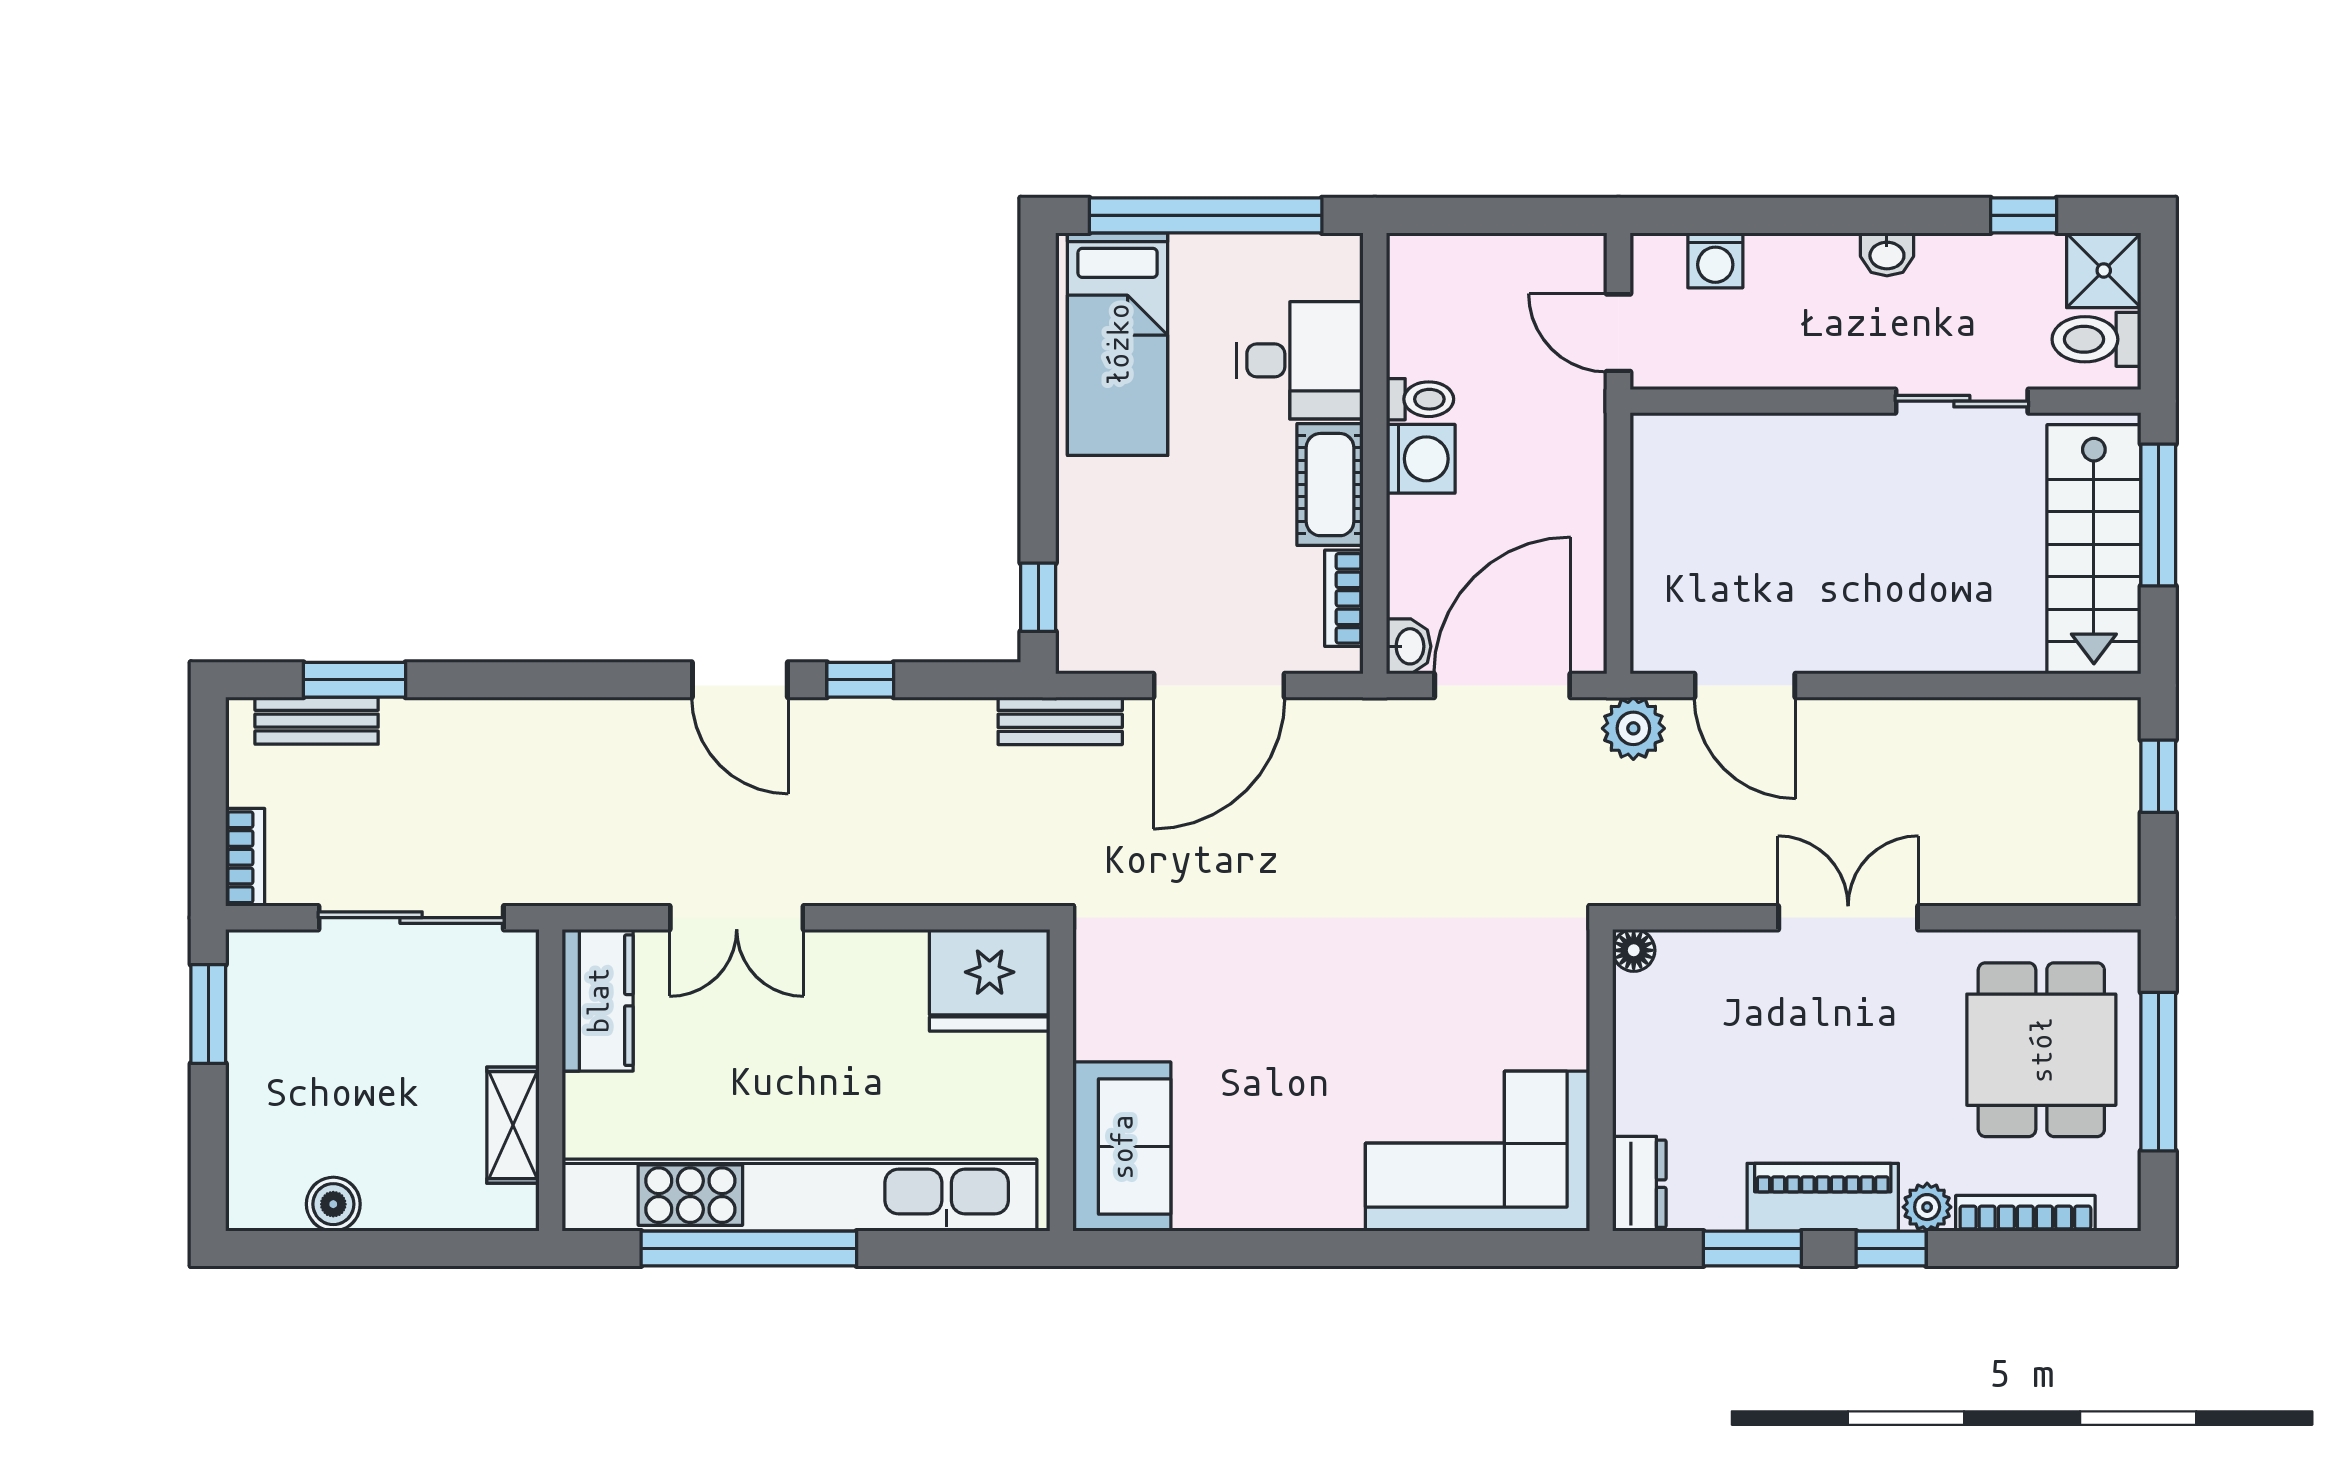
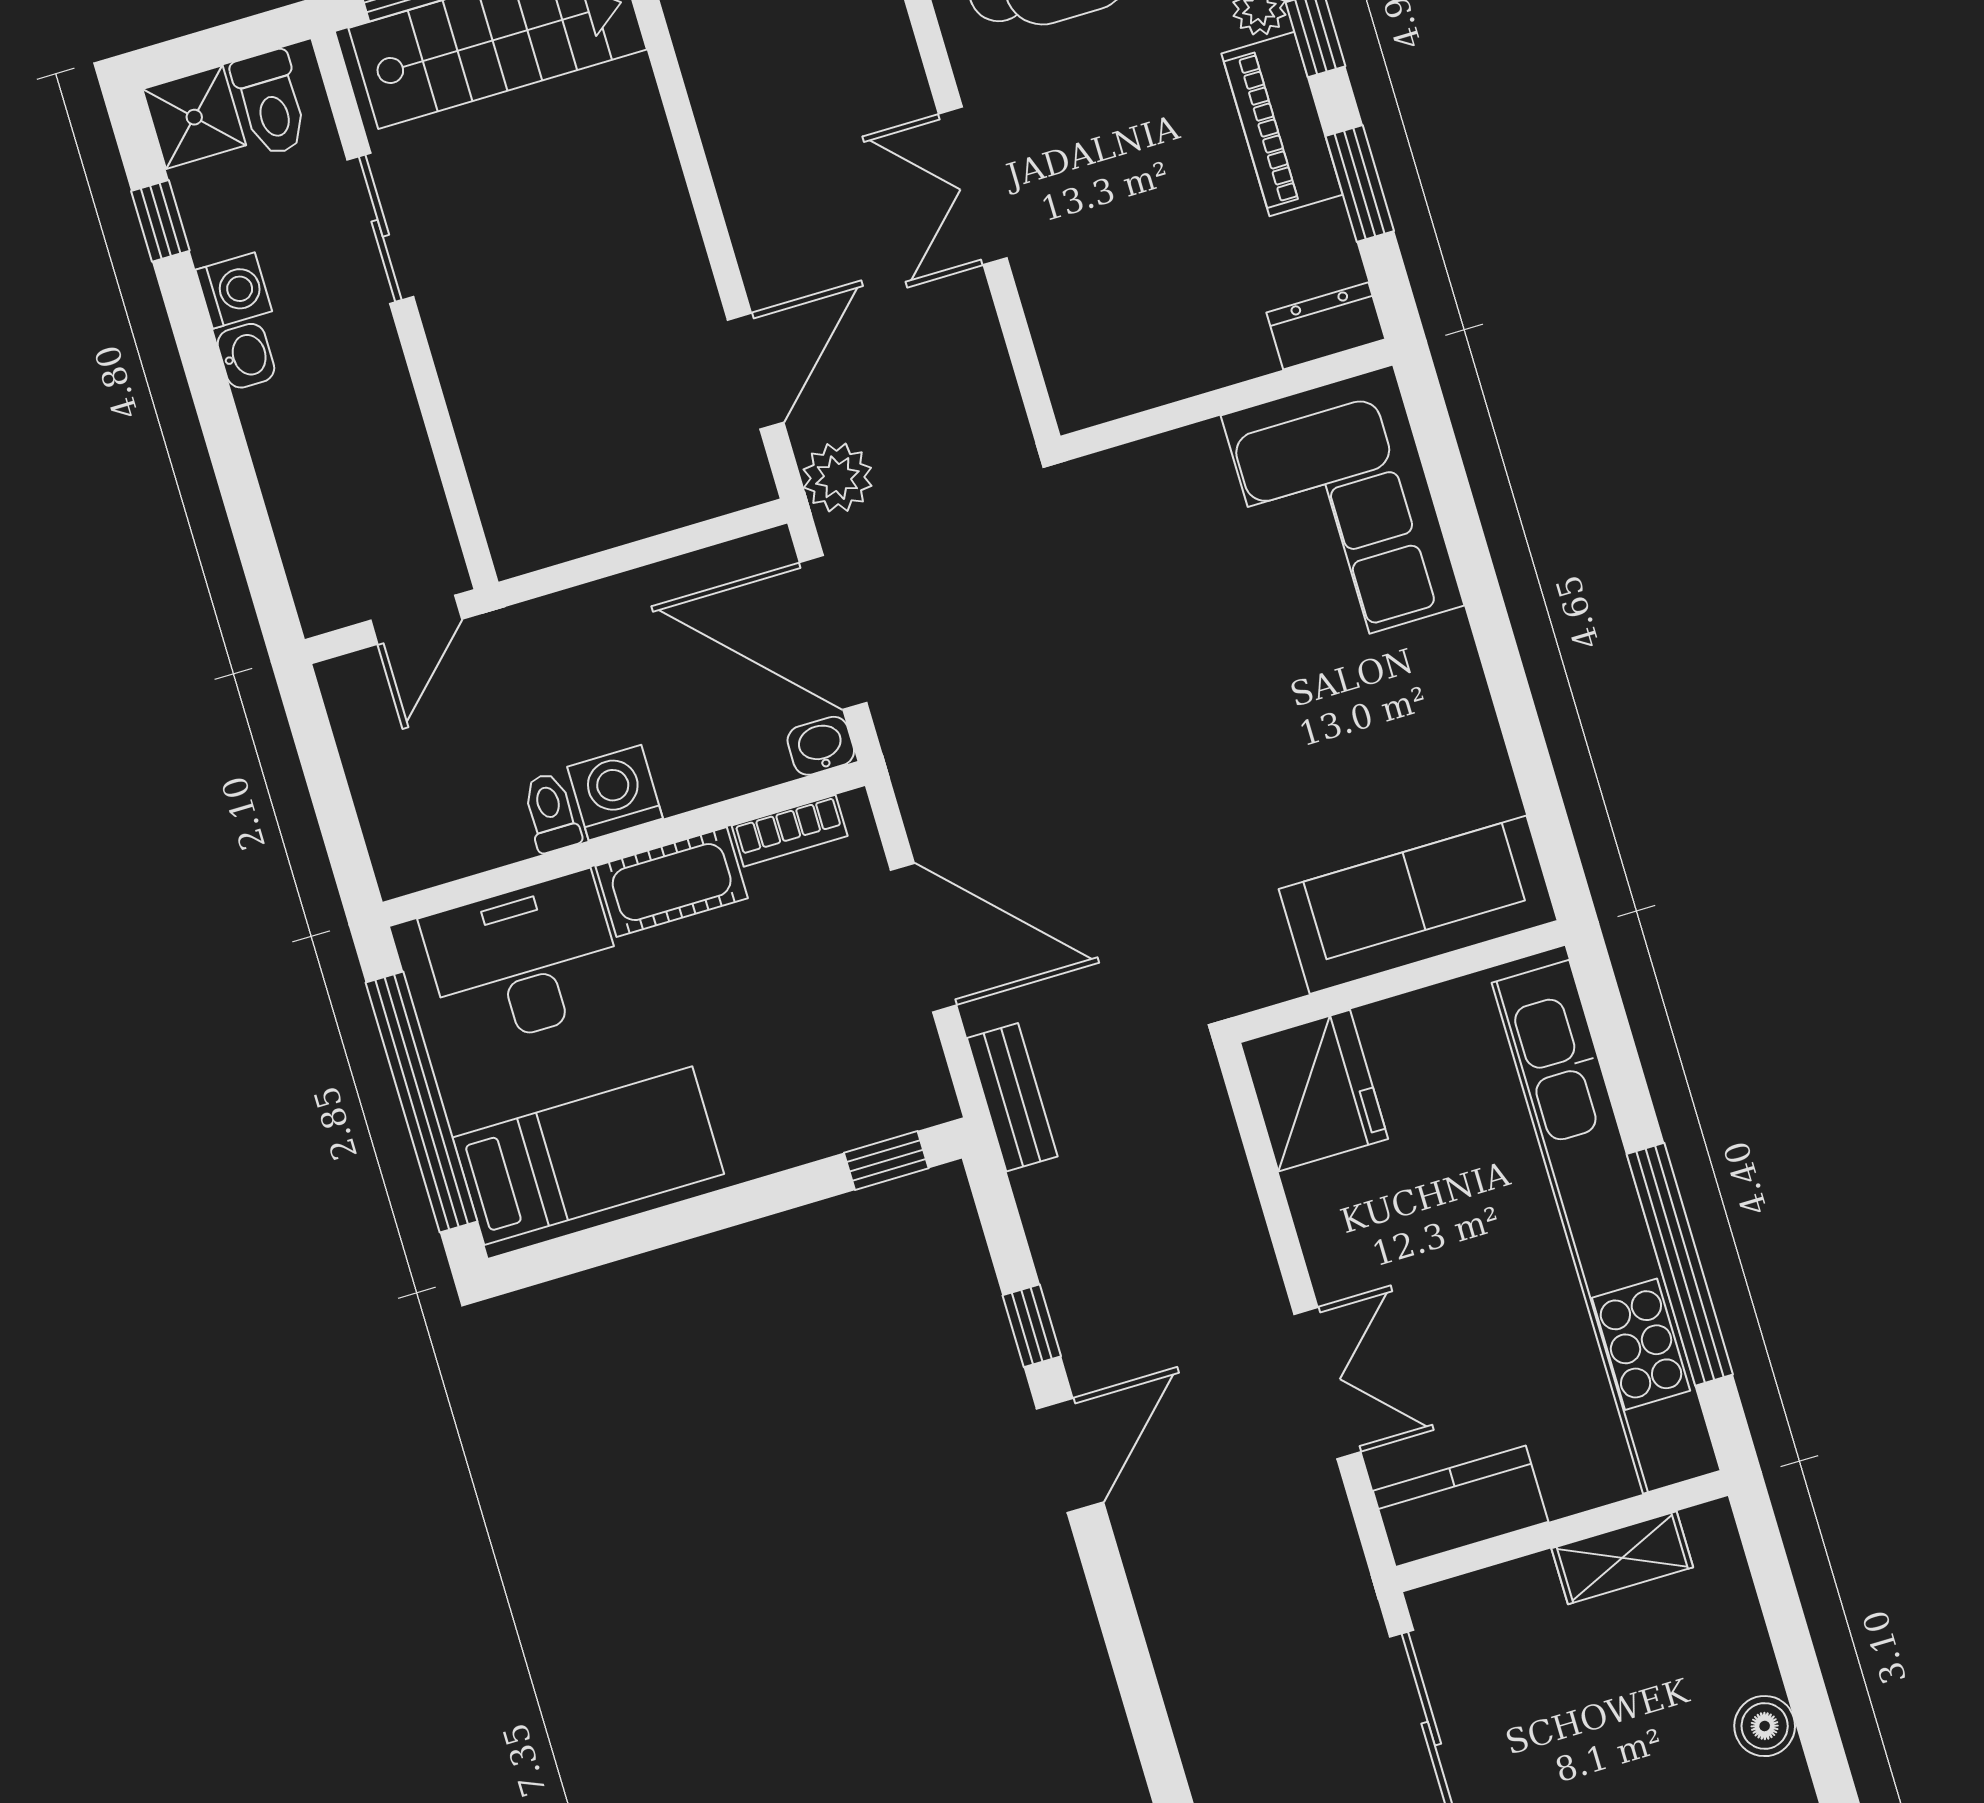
washing machine: (1715, 260) -> (234, 291), moved
desk: (1300, 360) -> (524, 961), width x1.37
floor lamp: (1634, 950) -> (1076, 406), removed
sofa: (1122, 1147) -> (1418, 905), width x1.36

